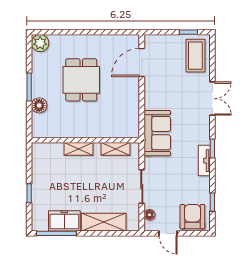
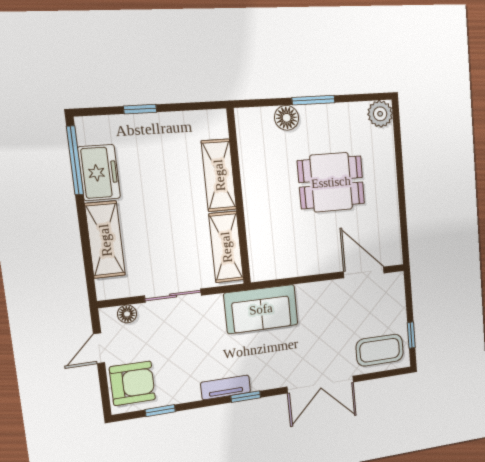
double door: (212, 99) -> (321, 384), width x1.37
shelving: (78, 149) -> (219, 175), width x1.50, depth x1.33
shelving: (115, 149) -> (226, 247), width x1.50, depth x1.33

